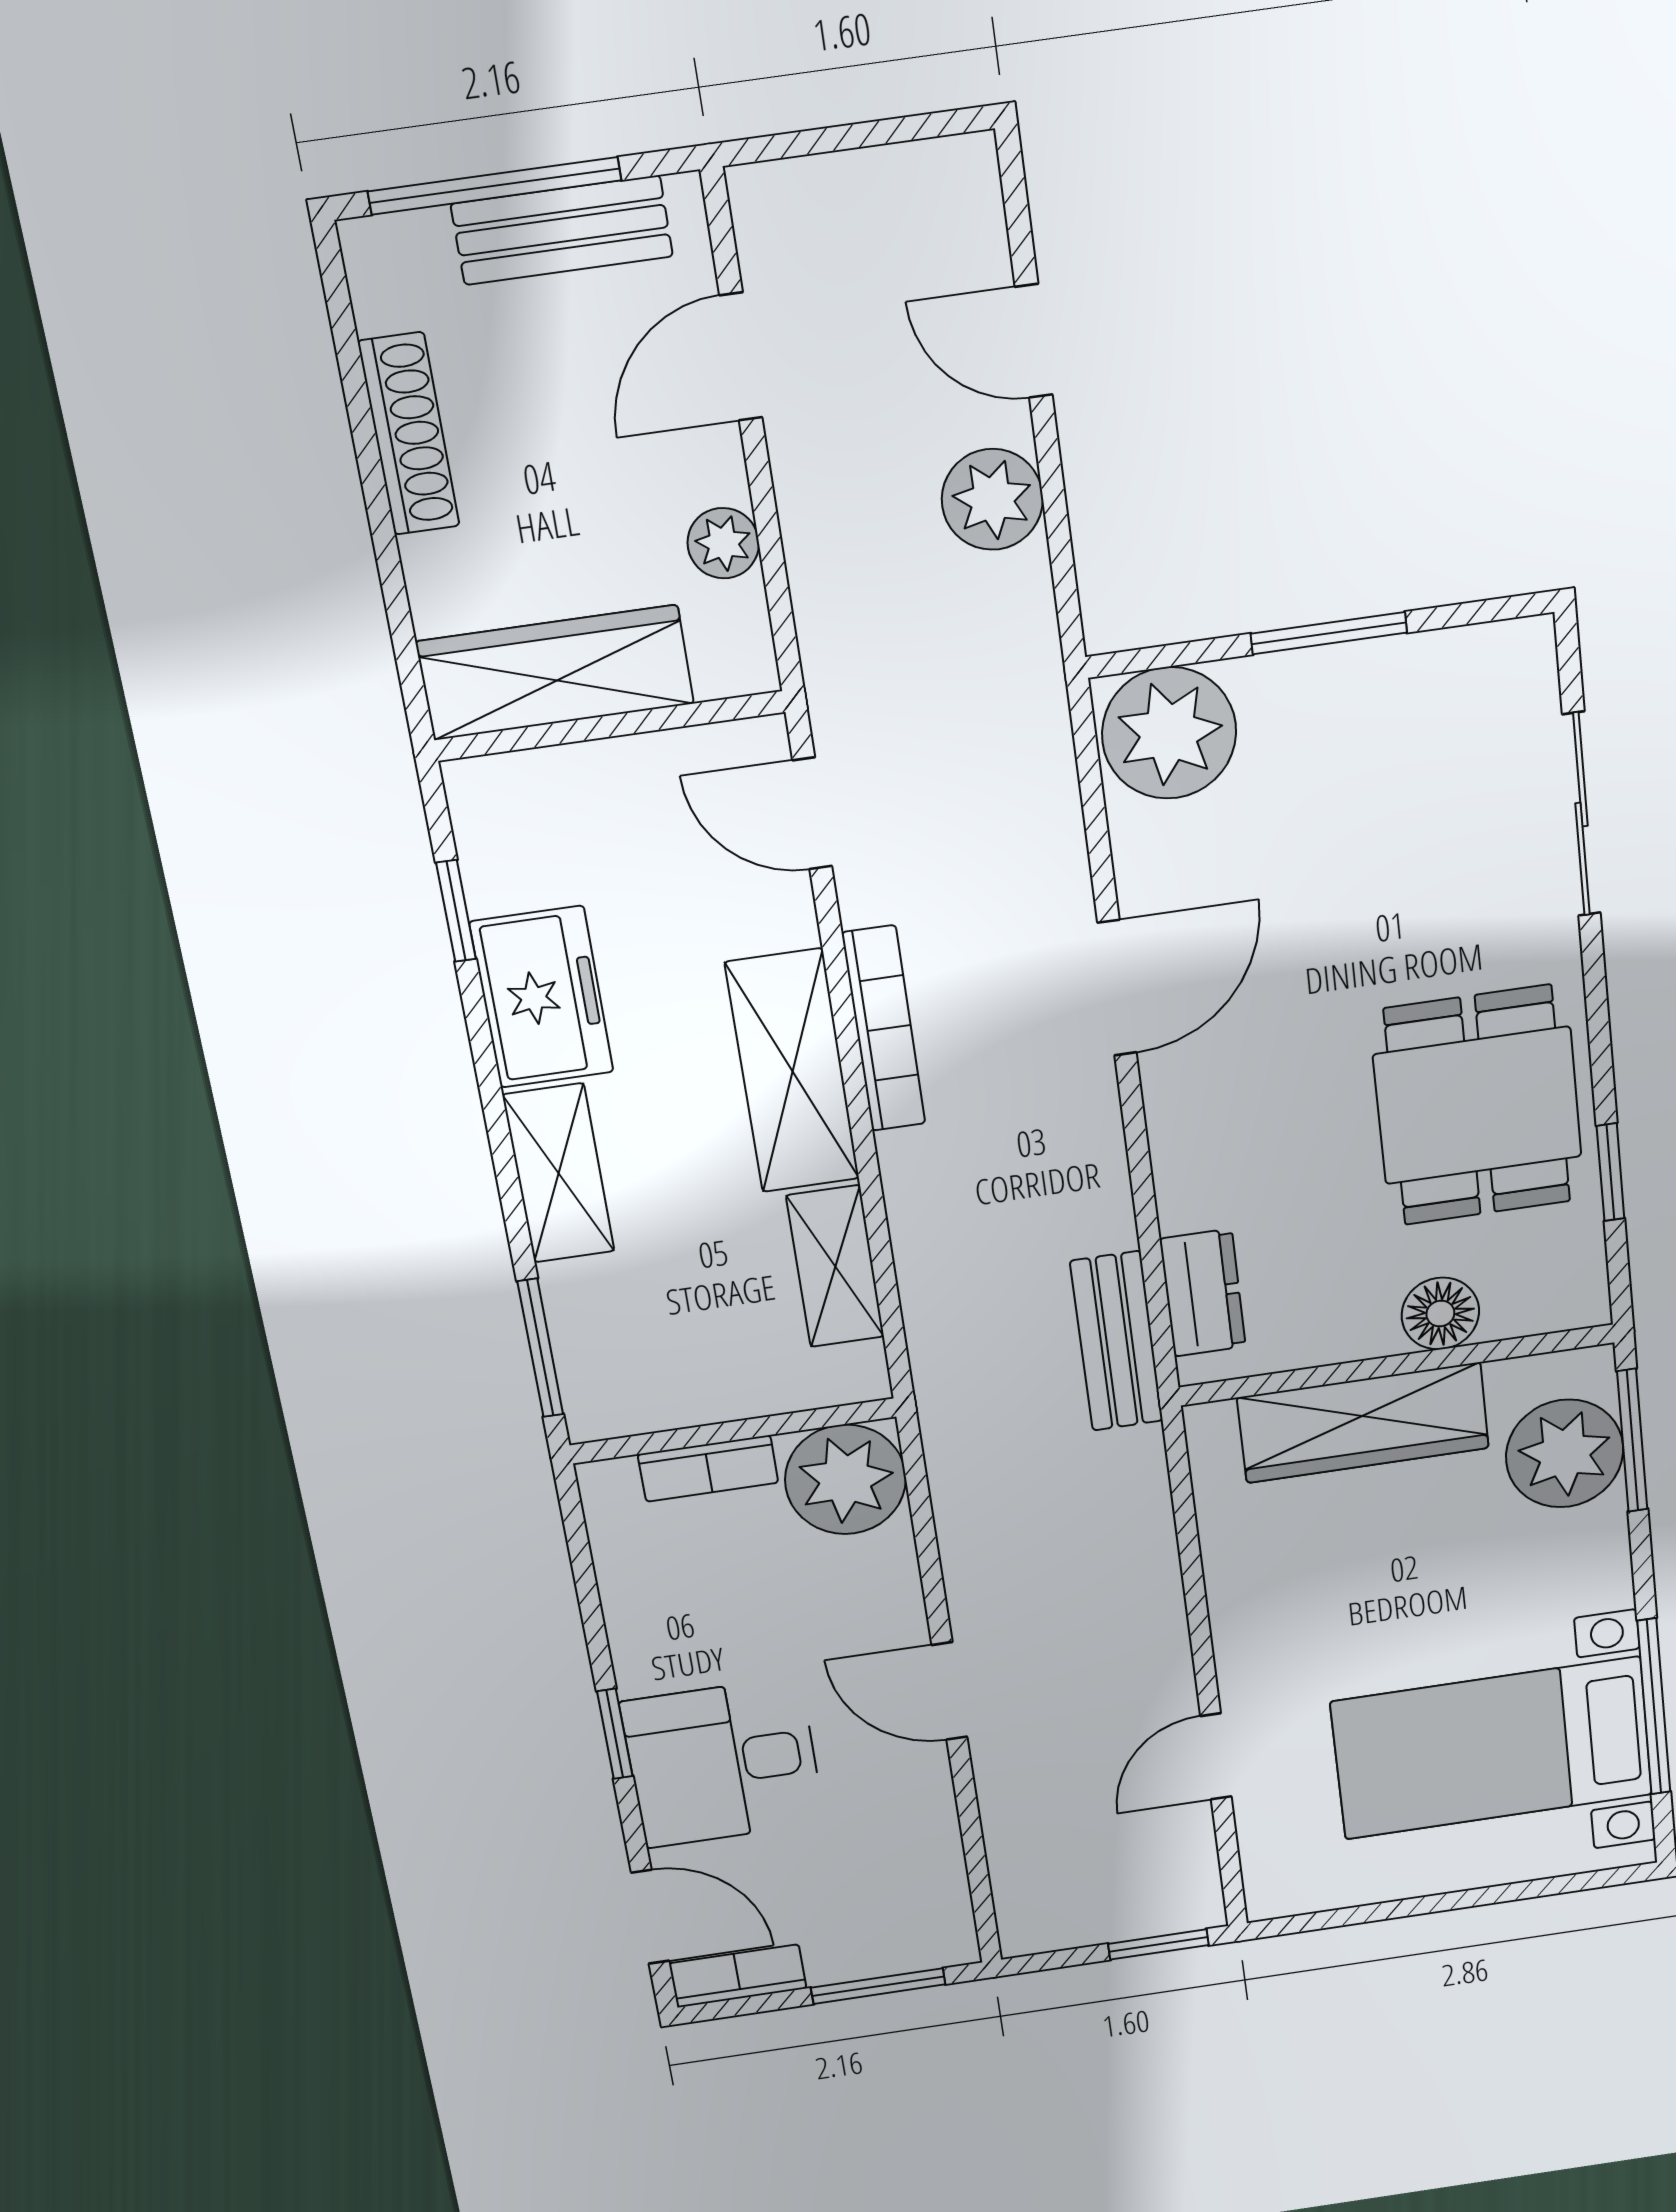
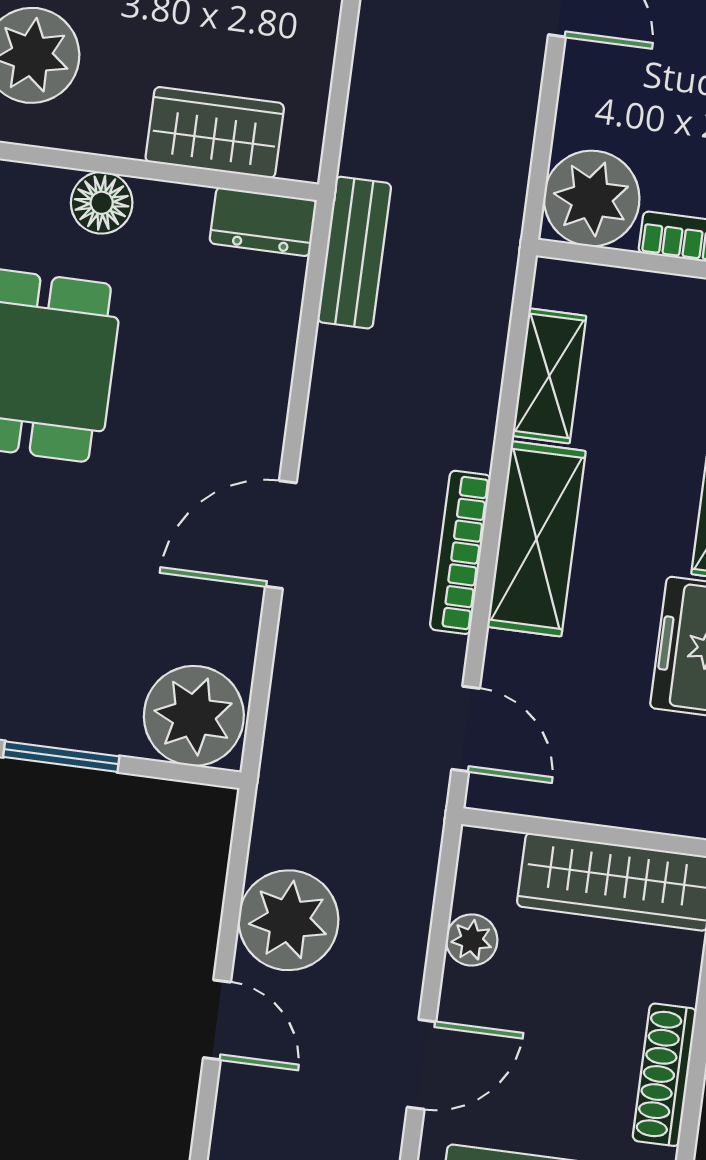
plant: (992, 499) -> (288, 920), width x1.36, depth x1.36
dresser: (1203, 1293) -> (263, 222), moved, turned -90
wardrobe: (1363, 1423) -> (215, 133), width x0.67

